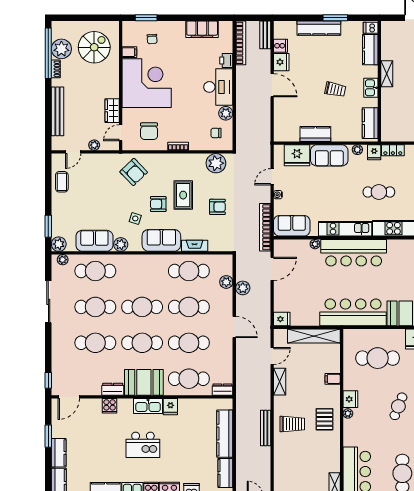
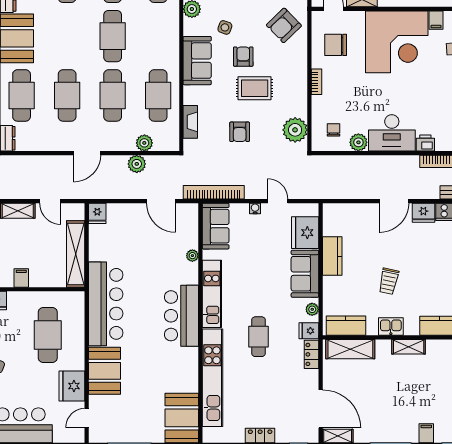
shelving: (389, 120) -> (350, 349), added
fireplace: (195, 246) -> (190, 122), moved
bar counter: (354, 253) -> (182, 316), width x0.73
cafe table: (142, 343) -> (67, 36), removed

